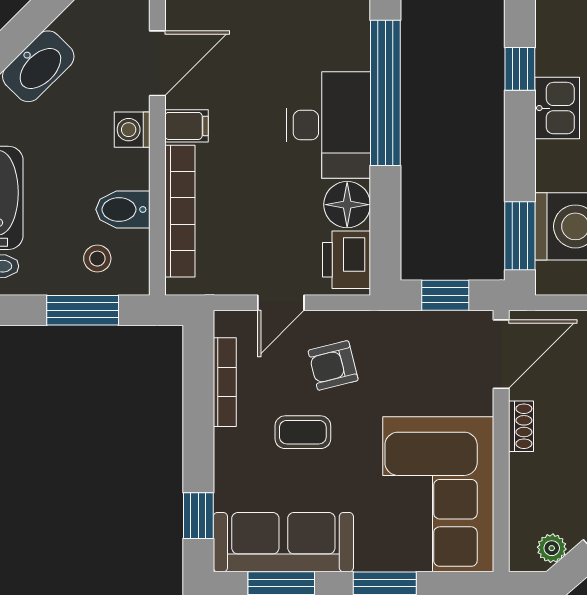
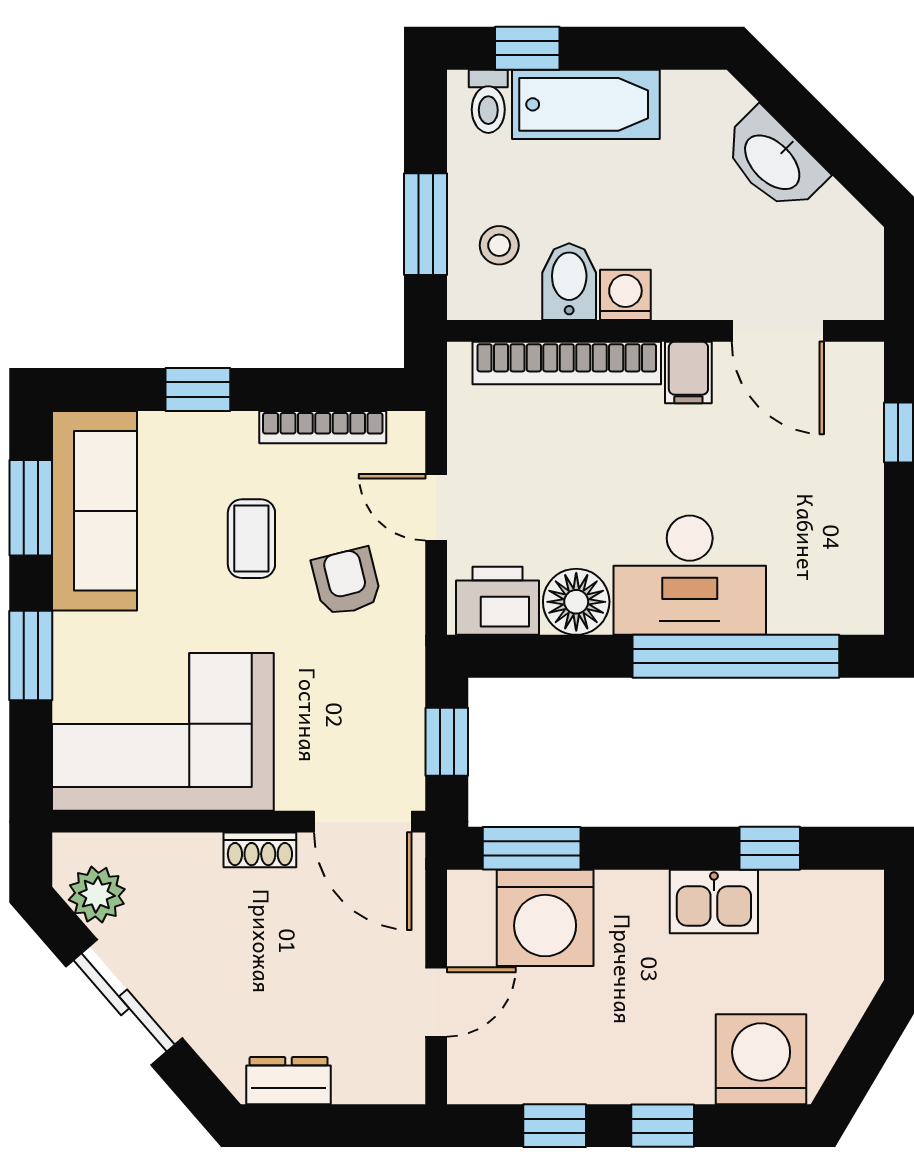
washing machine: (132, 130) -> (625, 295), moved
window: (198, 516) -> (198, 390), moved
plant: (552, 548) -> (97, 895), width x1.38, depth x1.38

